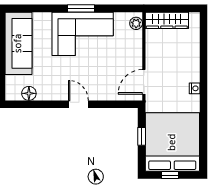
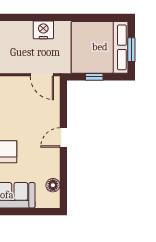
nightstand: (195, 88) -> (43, 30), width x1.89, depth x1.79
window: (170, 175) -> (131, 50), width x1.50

